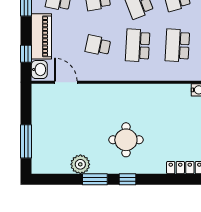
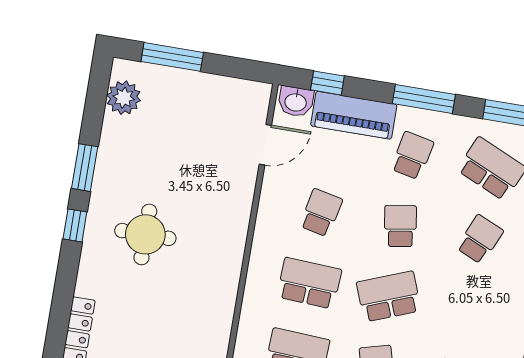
plant: (80, 164) -> (124, 98), moved

